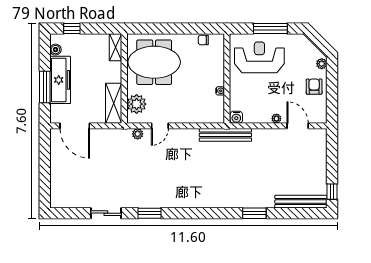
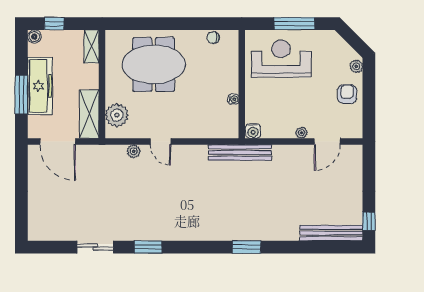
shelving: (116, 47) -> (92, 46), moved
boiler: (55, 50) -> (34, 37), moved
wall: (124, 78) -> (102, 84), moved
shelving: (114, 103) -> (89, 114), moved
plant: (137, 104) -> (117, 115), moved
door: (160, 126) -> (161, 142), hinge flipped
door: (298, 126) -> (327, 142), swing flipped
window: (254, 213) -> (247, 247), moved

